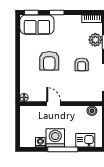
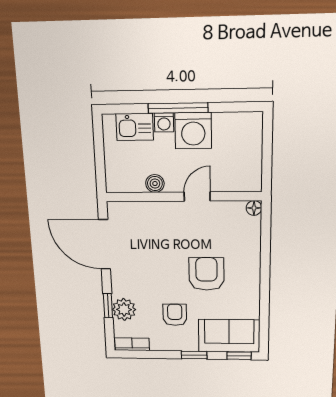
armchair: (82, 64) -> (175, 315), moved
door: (54, 104) -> (197, 196), swing flipped
boiler: (92, 111) -> (155, 184), moved
washing machine: (40, 142) -> (164, 122), moved

